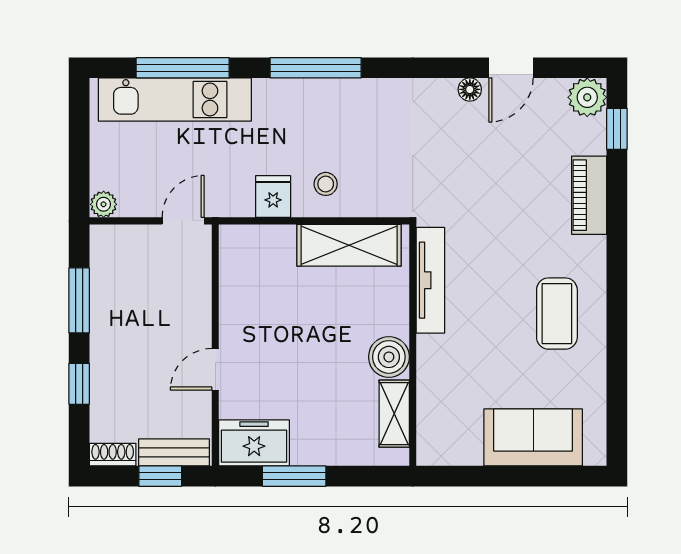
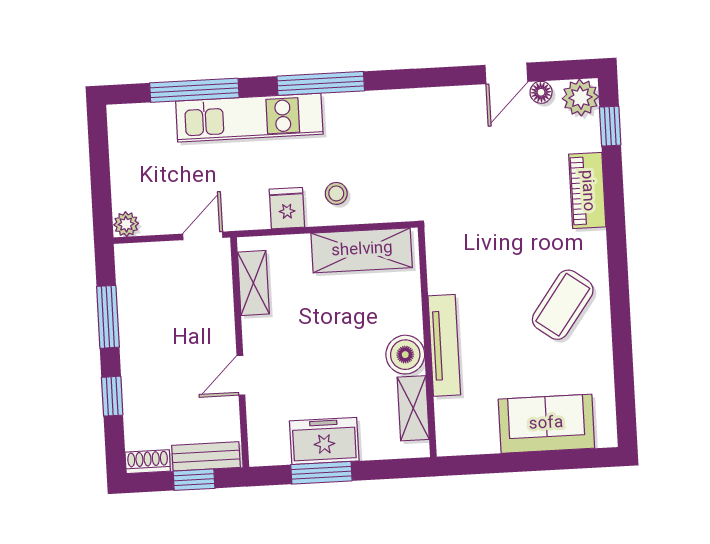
floor lamp: (470, 89) -> (541, 92), moved
kitchen unit: (175, 99) -> (249, 118), moved
shelving: (234, 273) -> (253, 283), added
tv unit: (430, 280) -> (444, 345), moved
coffee table: (557, 314) -> (563, 305), turned 36
freezer: (254, 443) -> (324, 441), moved

